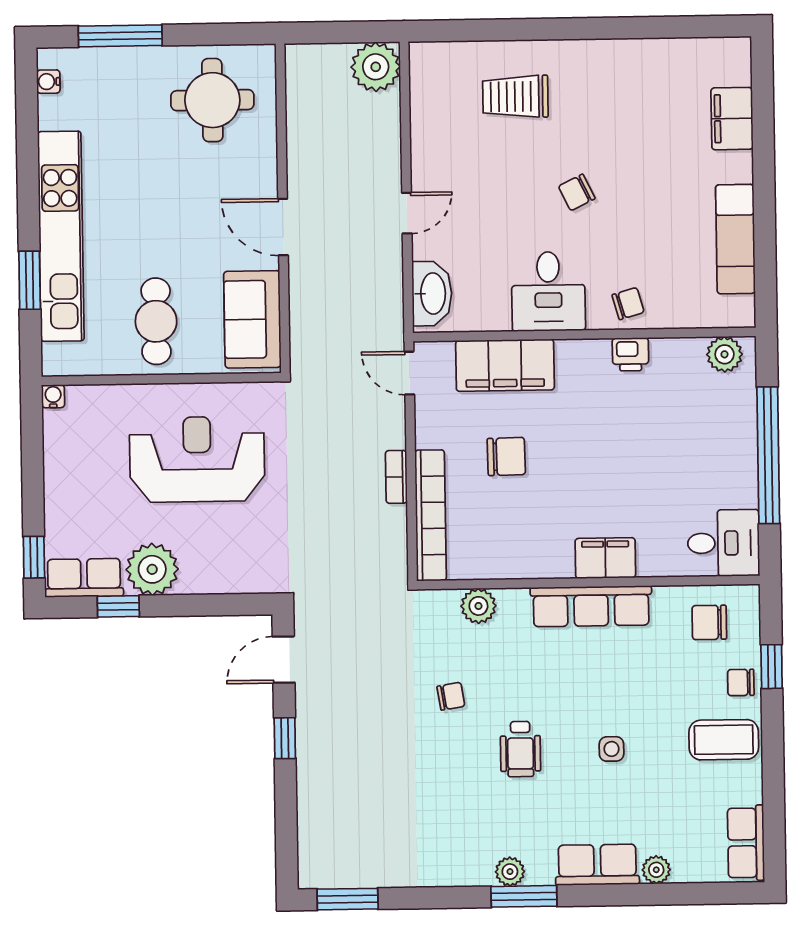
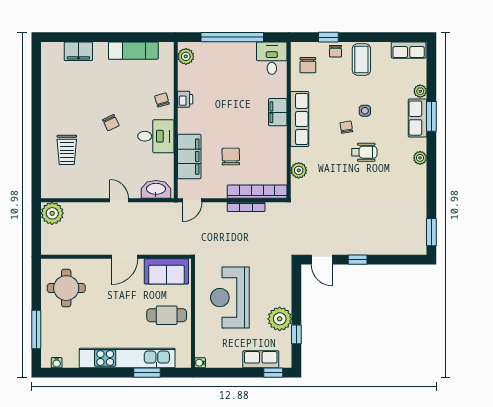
bookcase: (396, 477) -> (246, 207), width x1.56
row of seats: (84, 578) -> (261, 359), moved, turned 90
chair: (451, 696) -> (346, 127), moved
window: (524, 896) -> (431, 116), moved

